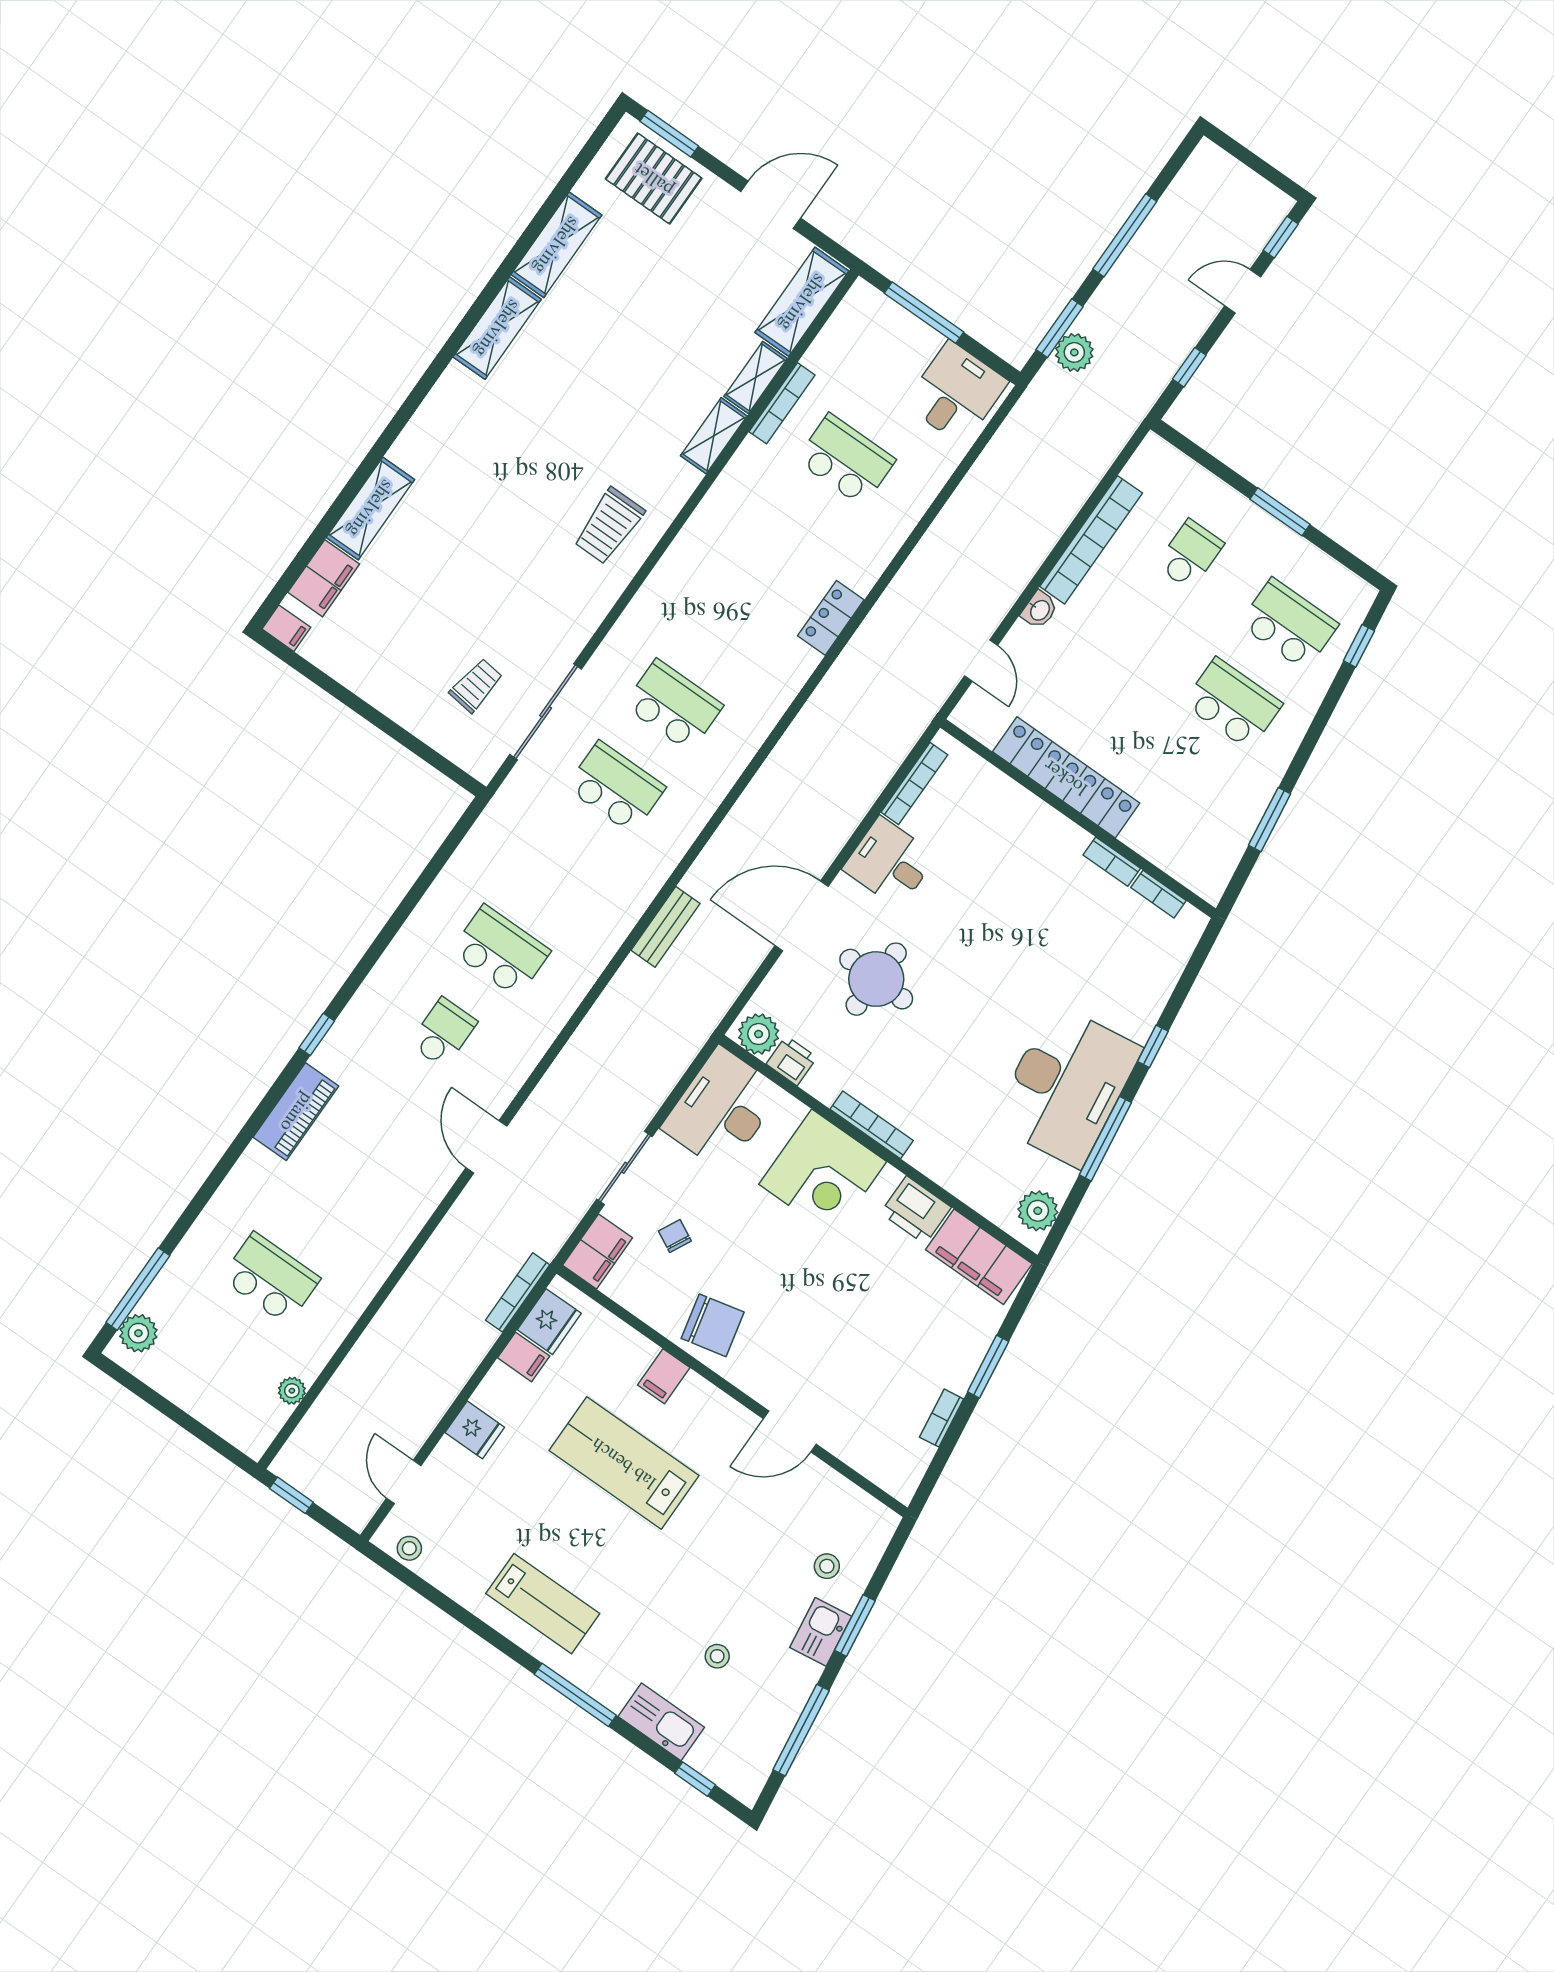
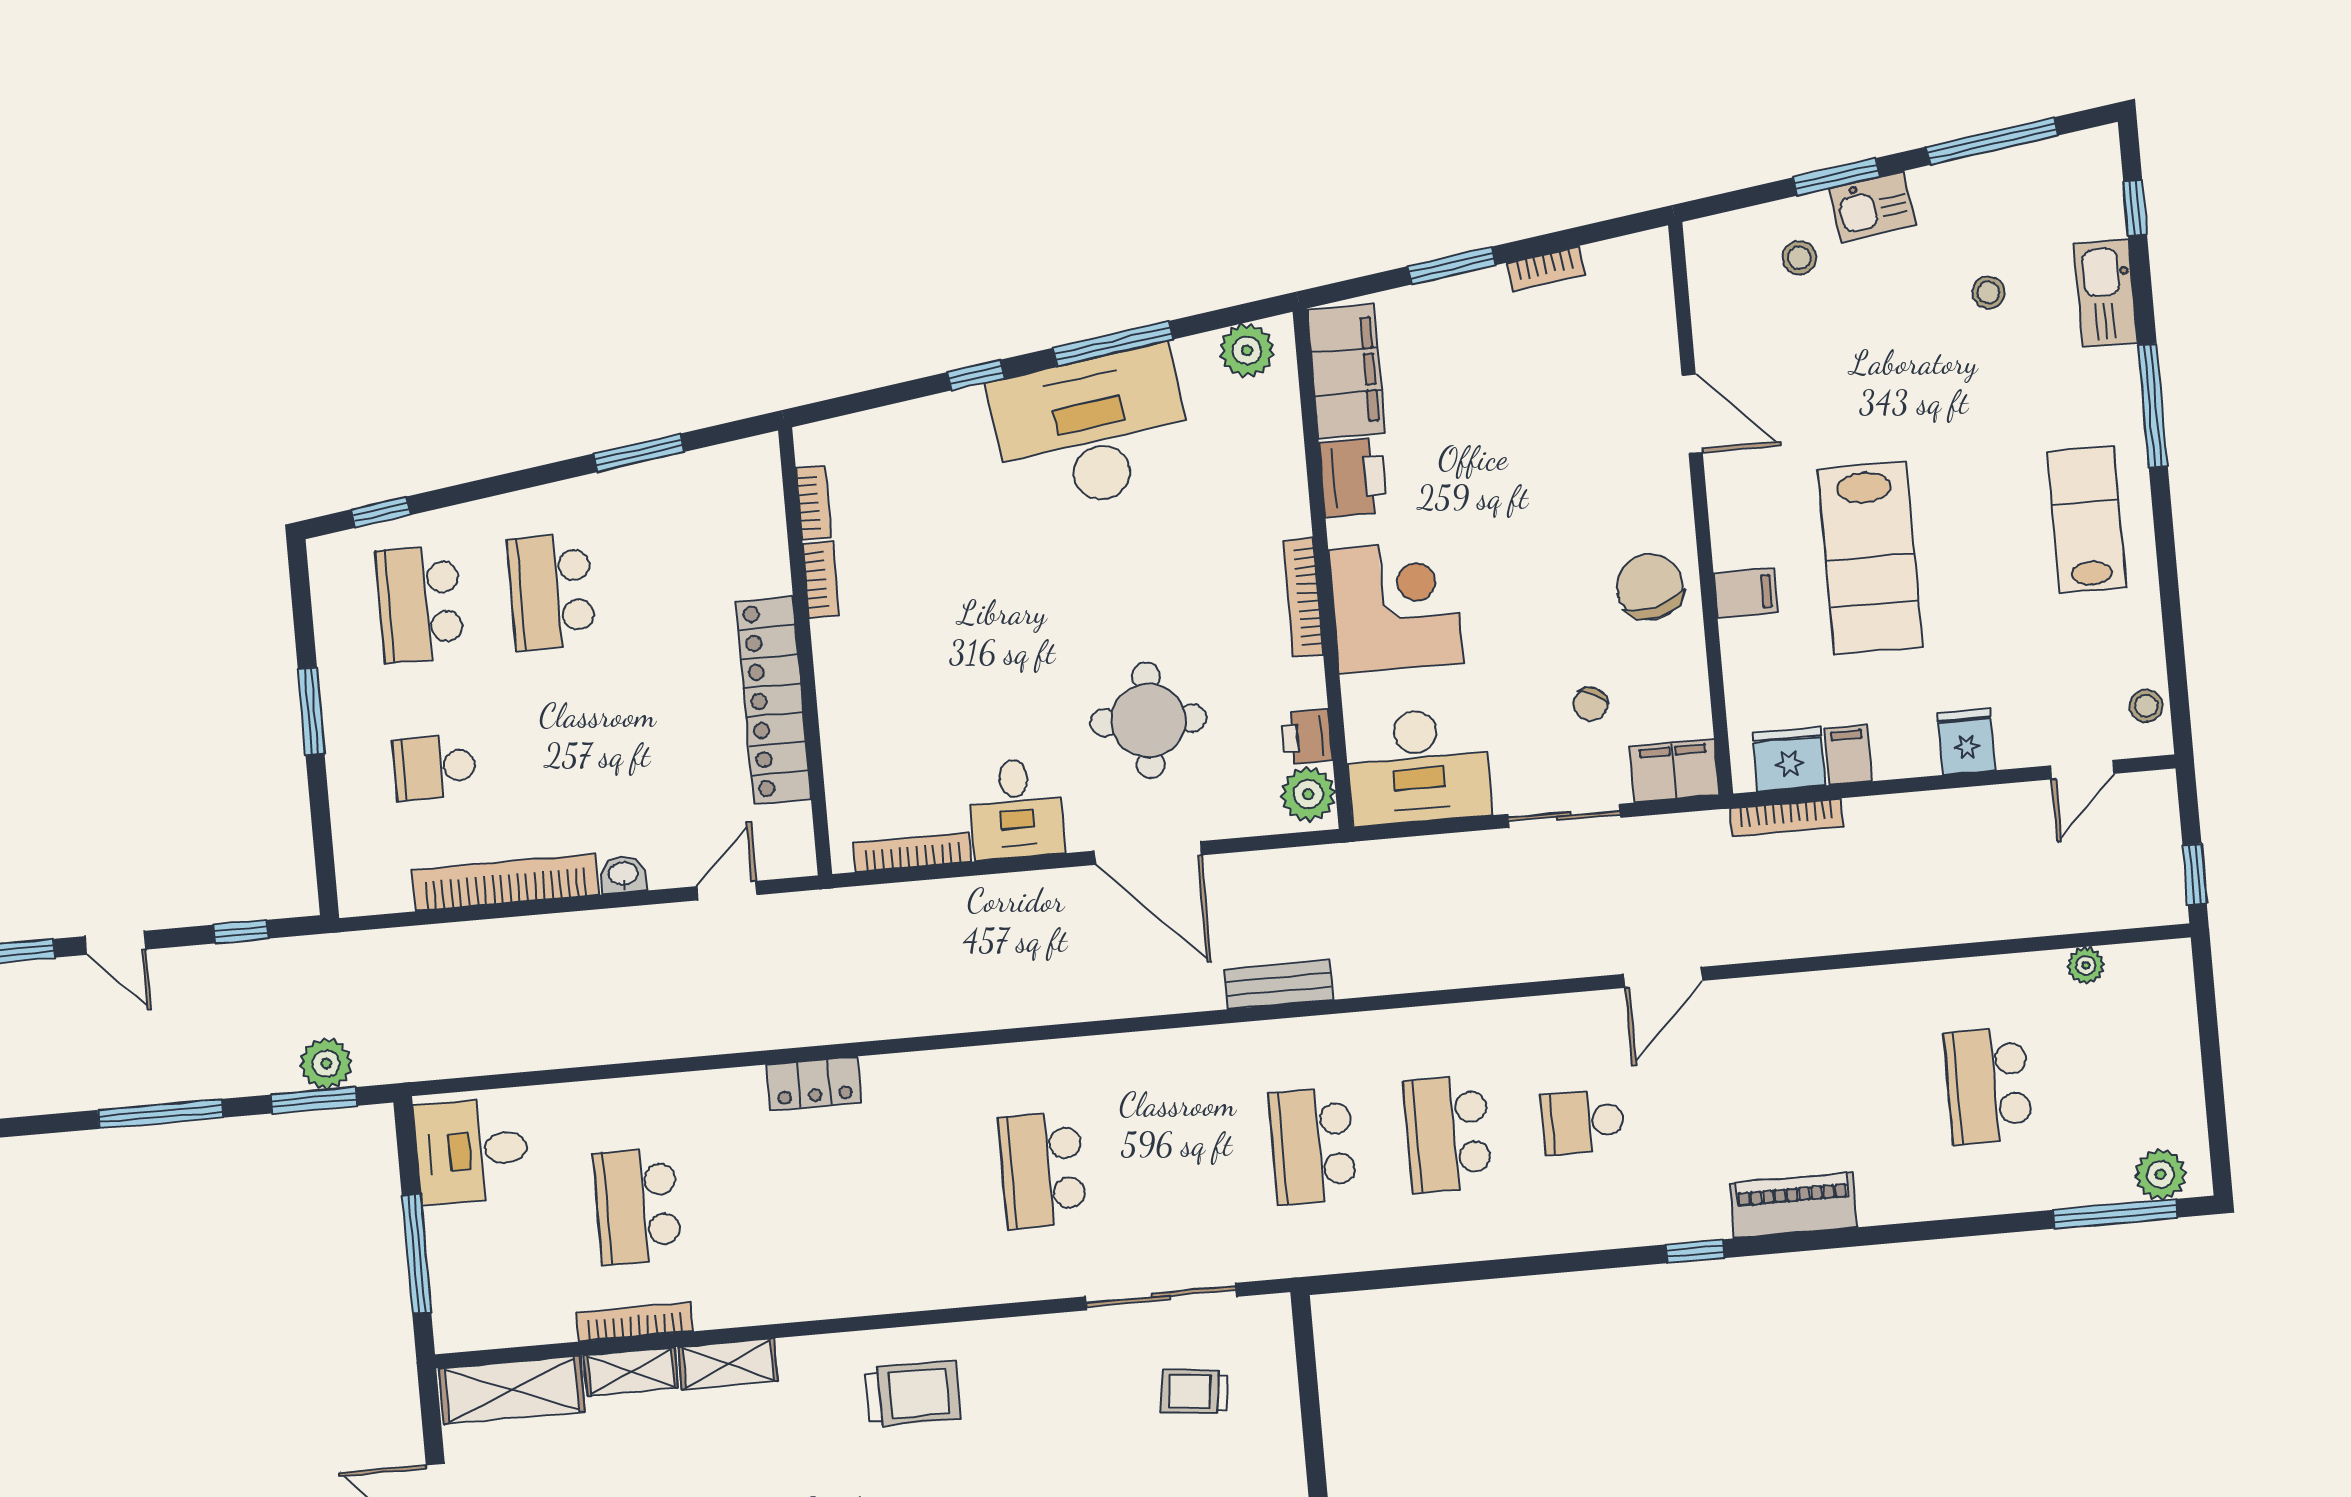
school desk: (616, 787) -> (1313, 1146), moved

